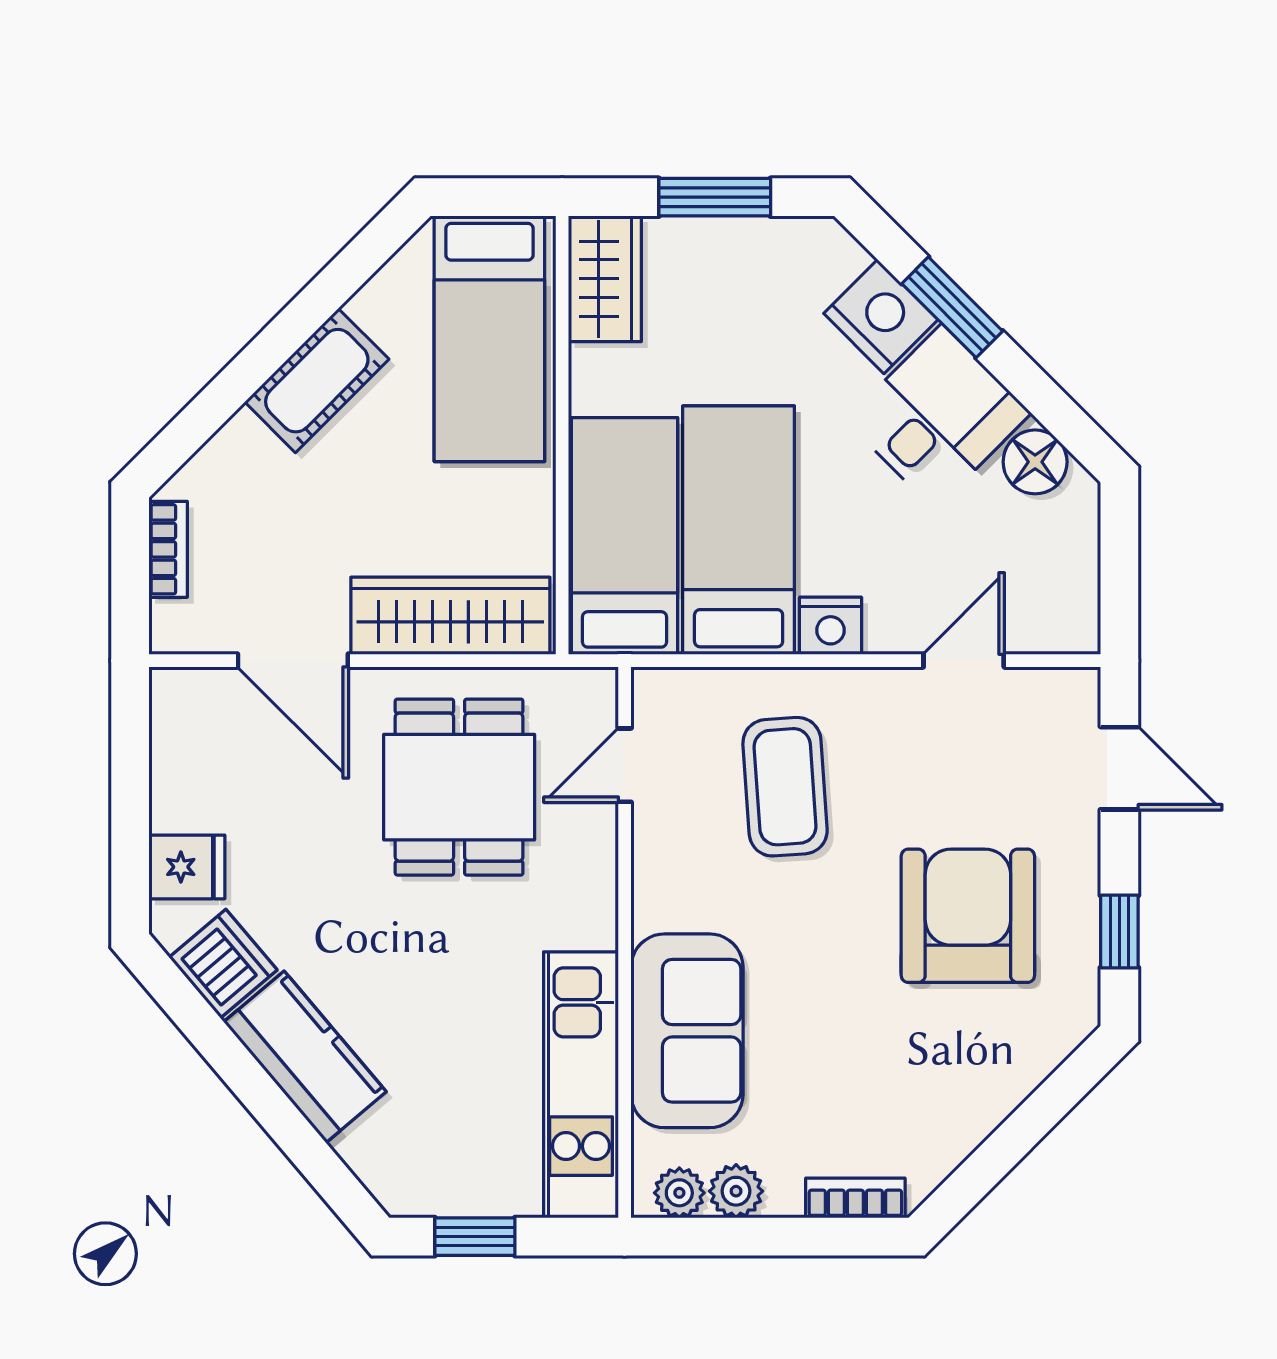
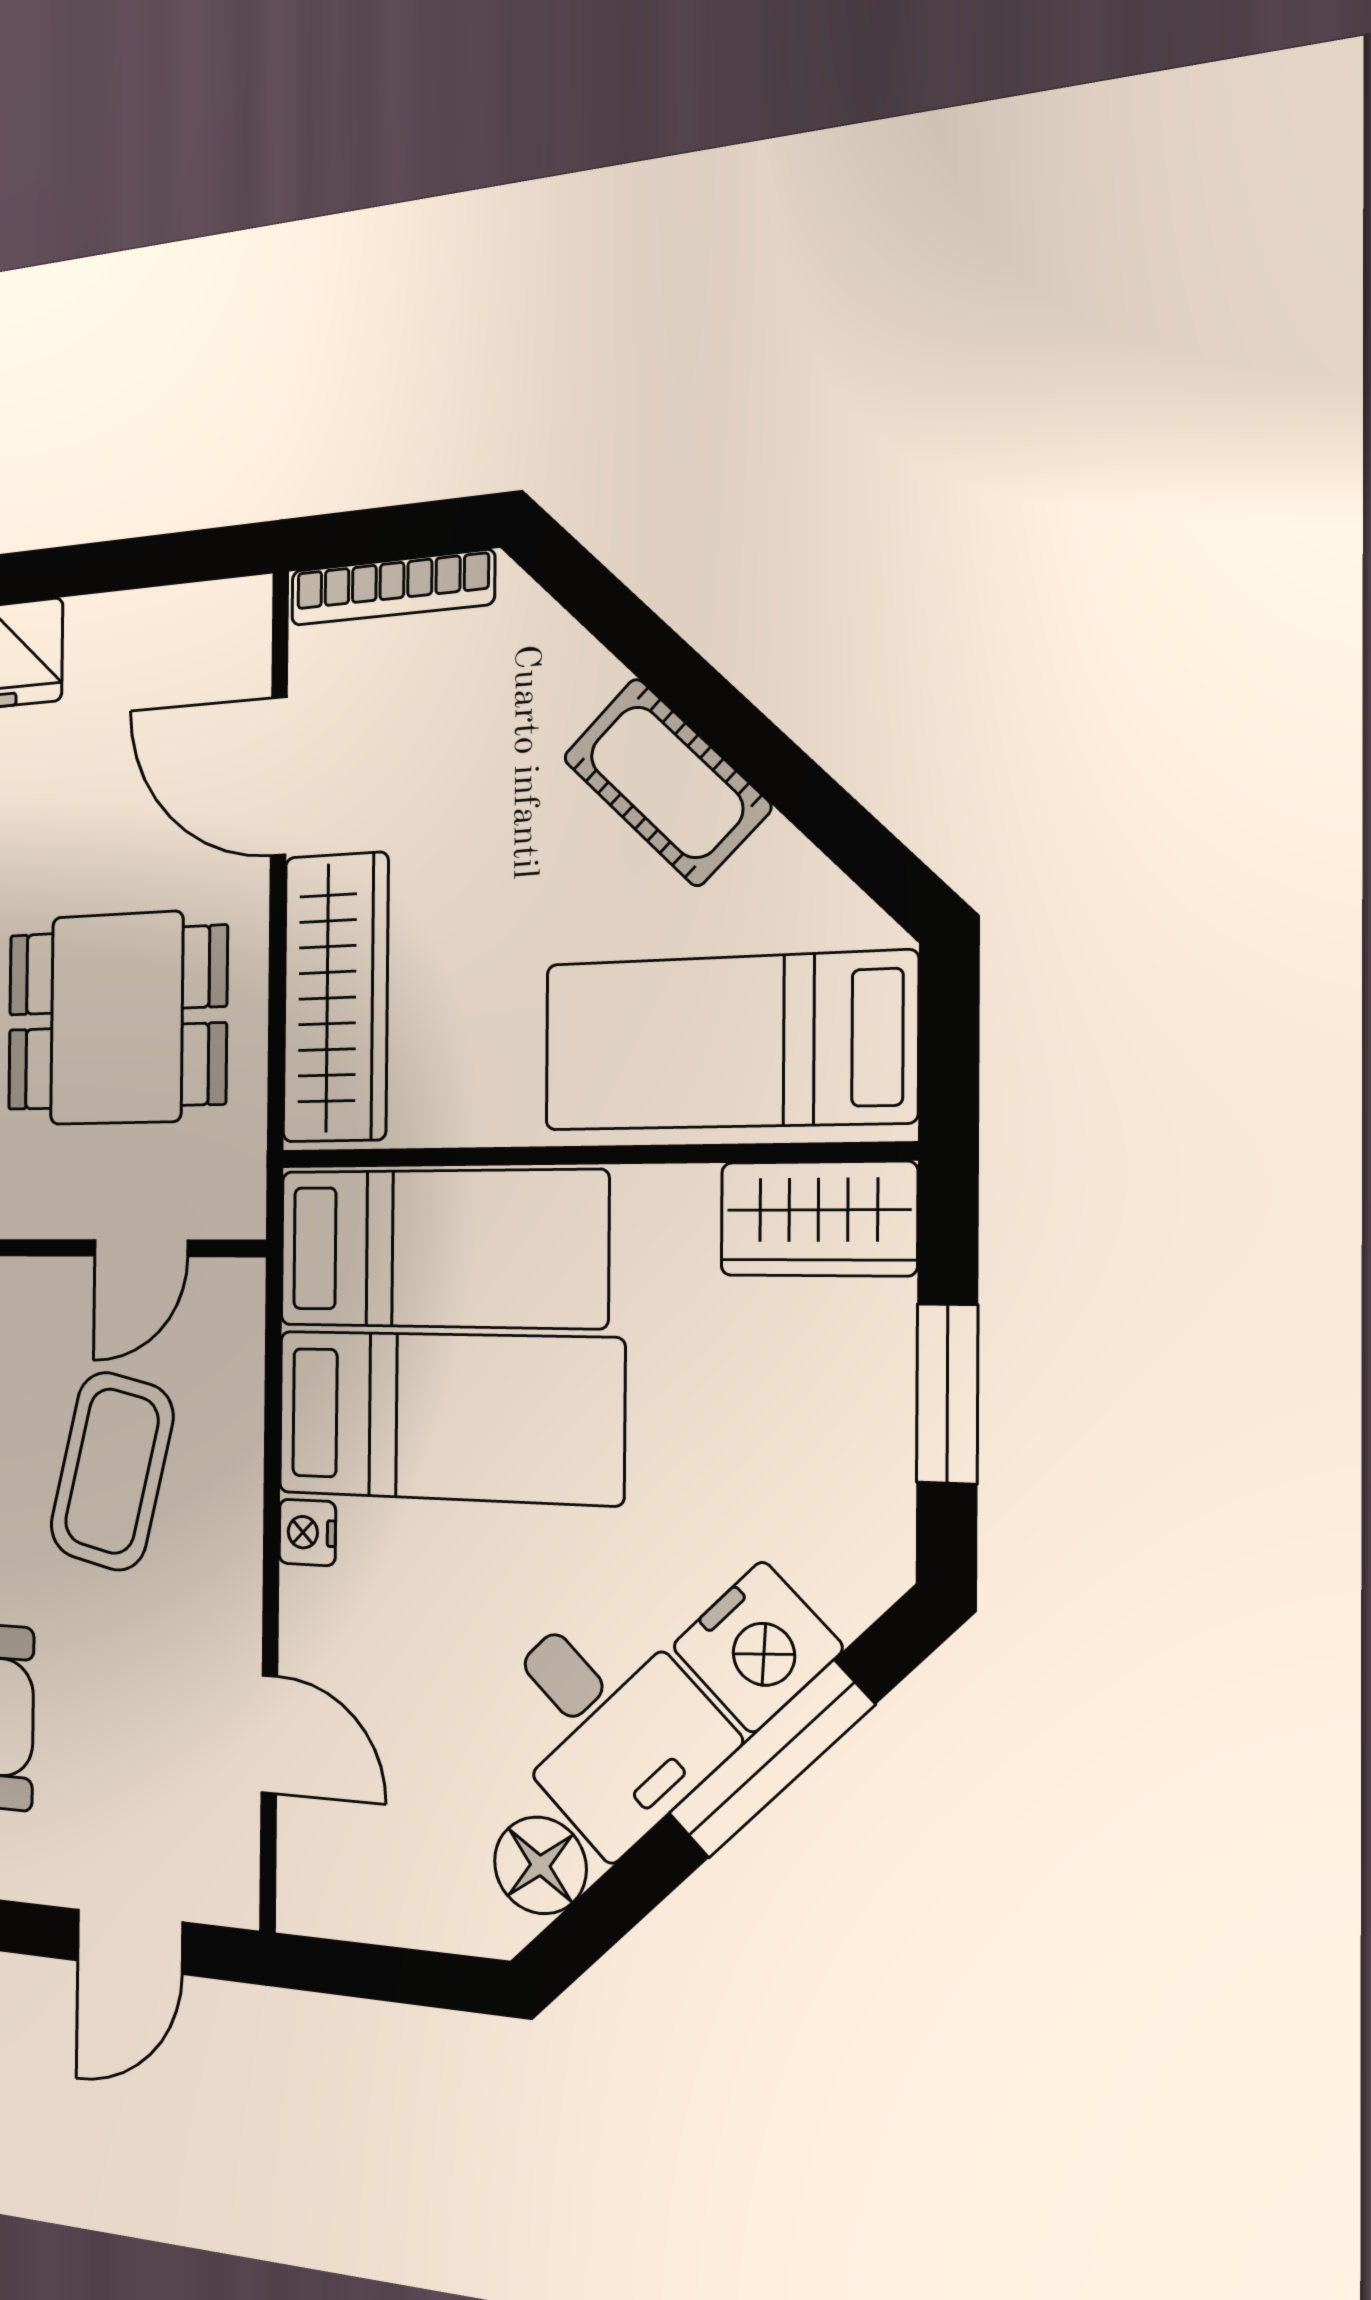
window: (952, 307) -> (771, 1760), width x1.44
bookcase: (168, 549) -> (392, 588), width x1.56
nightstand: (831, 626) -> (307, 1532), width x0.72, depth x0.74
door: (293, 661) -> (279, 776), hinge flipped
door: (625, 765) -> (141, 1248), swing flipped
coffee table: (785, 787) -> (112, 1471), turned -73

